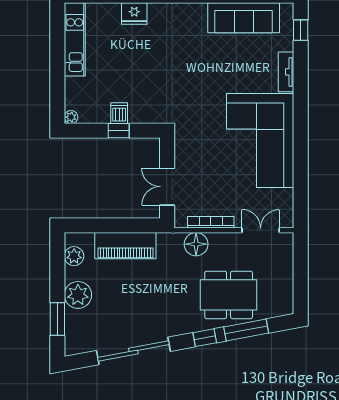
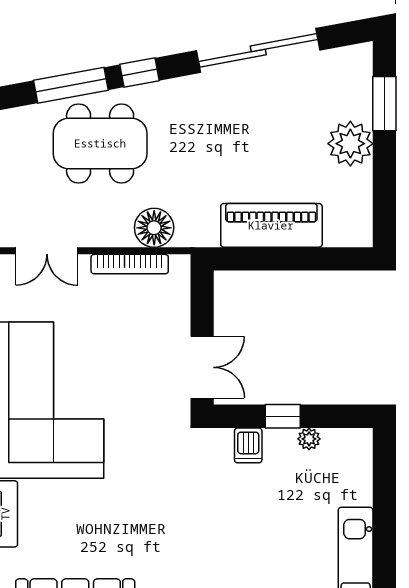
dishwasher: (119, 113) -> (248, 445), moved
plant: (71, 117) -> (309, 439), moved
double door: (167, 187) -> (202, 367), moved
plant: (74, 256) -> (357, 208), removed

